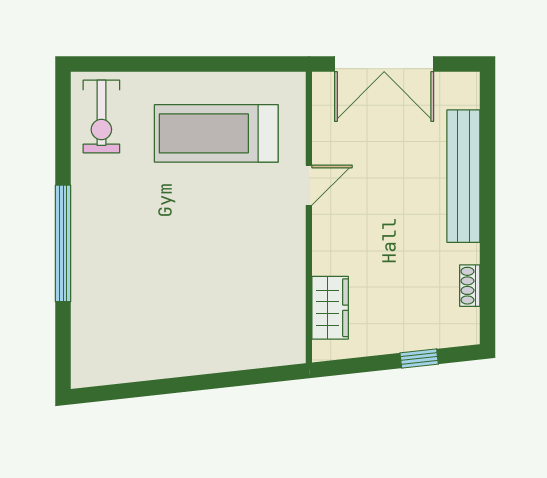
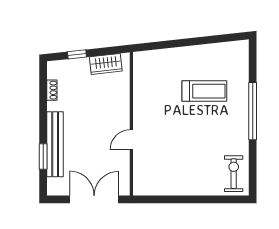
treadmill: (216, 133) -> (204, 91), moved, width x0.73, depth x0.73
window: (488, 151) -> (43, 157), added
wardrobe: (330, 308) -> (106, 64), moved, turned -96

